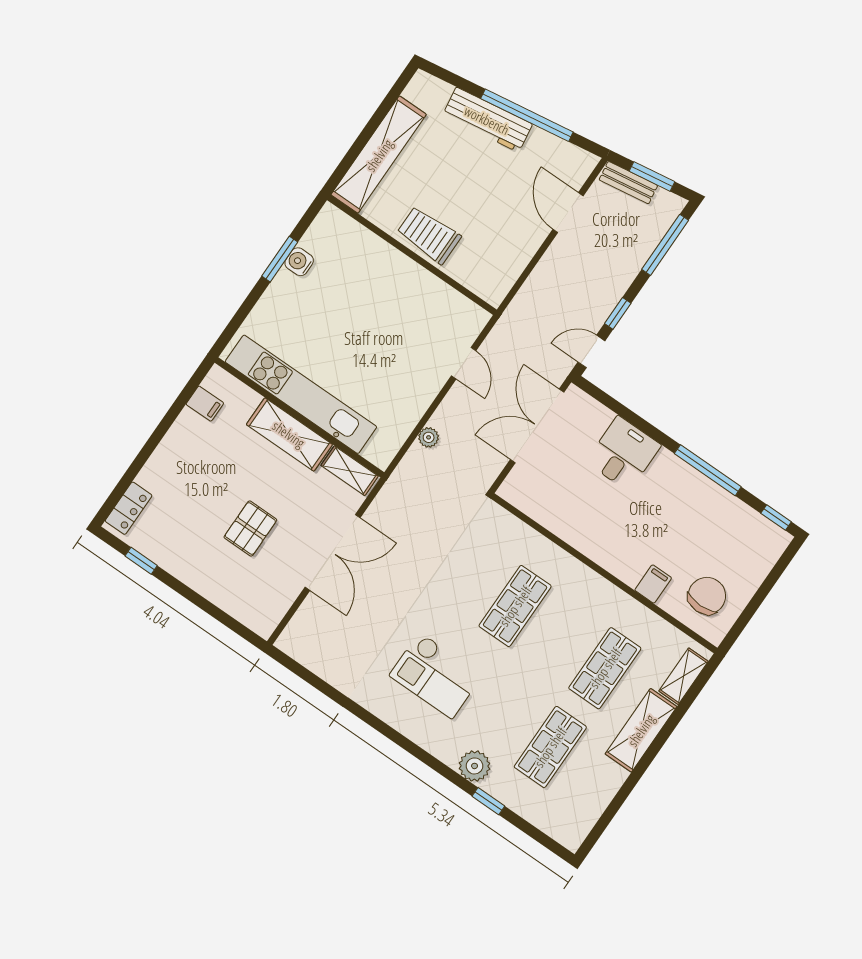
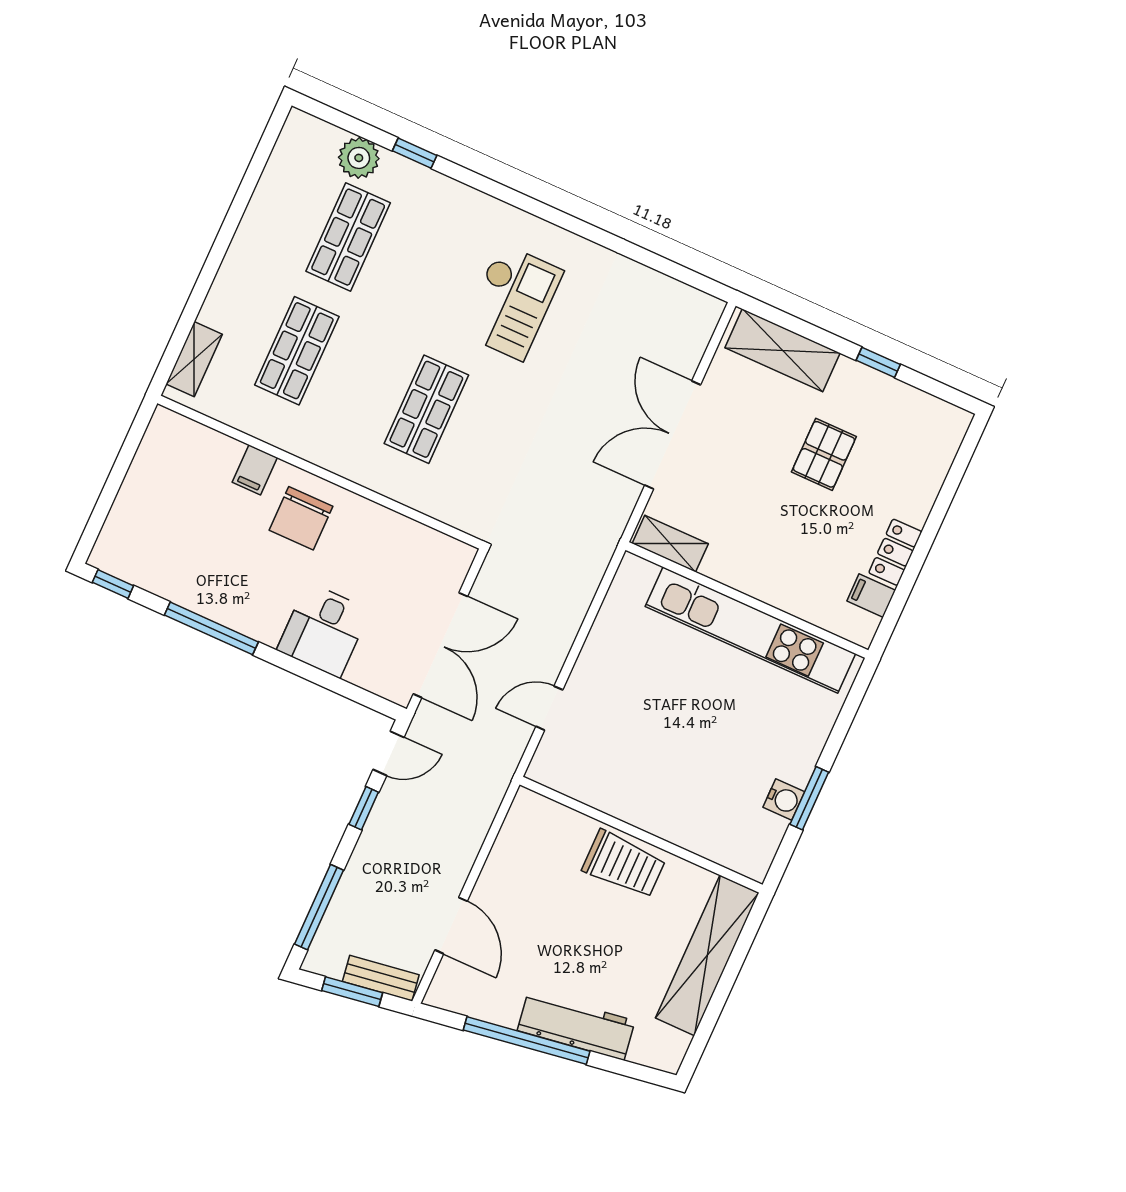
door: (464, 363) -> (549, 708), hinge flipped
shelving: (289, 434) -> (783, 350), moved
plant: (429, 437) -> (577, 605), removed
locker: (129, 508) -> (895, 552), moved
pallet: (250, 528) -> (824, 454), moved
window: (141, 561) -> (878, 362), moved
chair: (707, 596) -> (301, 518), moved
checkout: (436, 675) -> (512, 302), turned 90
shelving: (641, 730) -> (236, 280), removed
plant: (475, 766) -> (359, 158), moved

